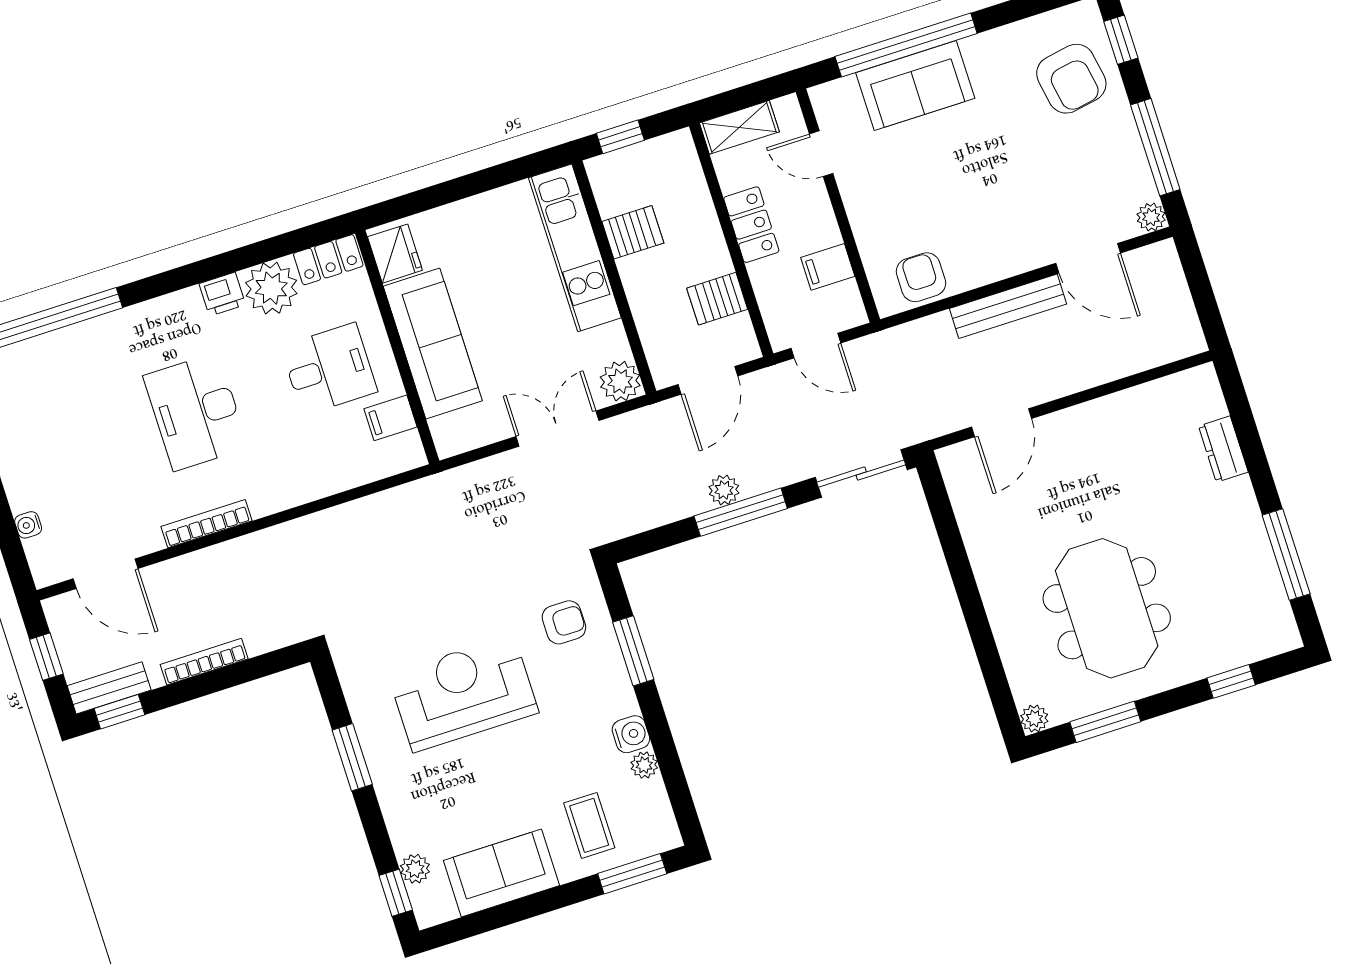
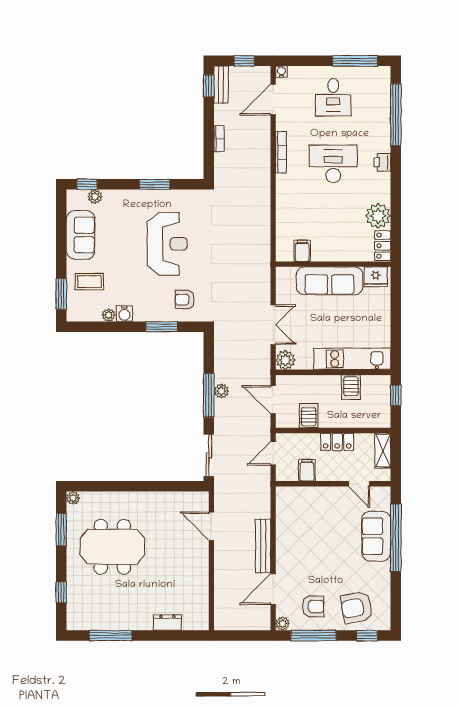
door: (821, 154) -> (359, 484), swing flipped
armchair: (921, 277) -> (313, 606), moved
printer: (222, 294) -> (382, 162), moved
desk: (329, 369) -> (333, 97), moved
water cooler: (28, 525) -> (281, 72), moved
armchair: (564, 622) -> (185, 300), turned 90
bookcase: (204, 662) -> (219, 139), width x0.64

